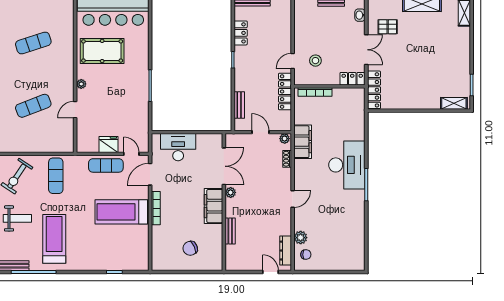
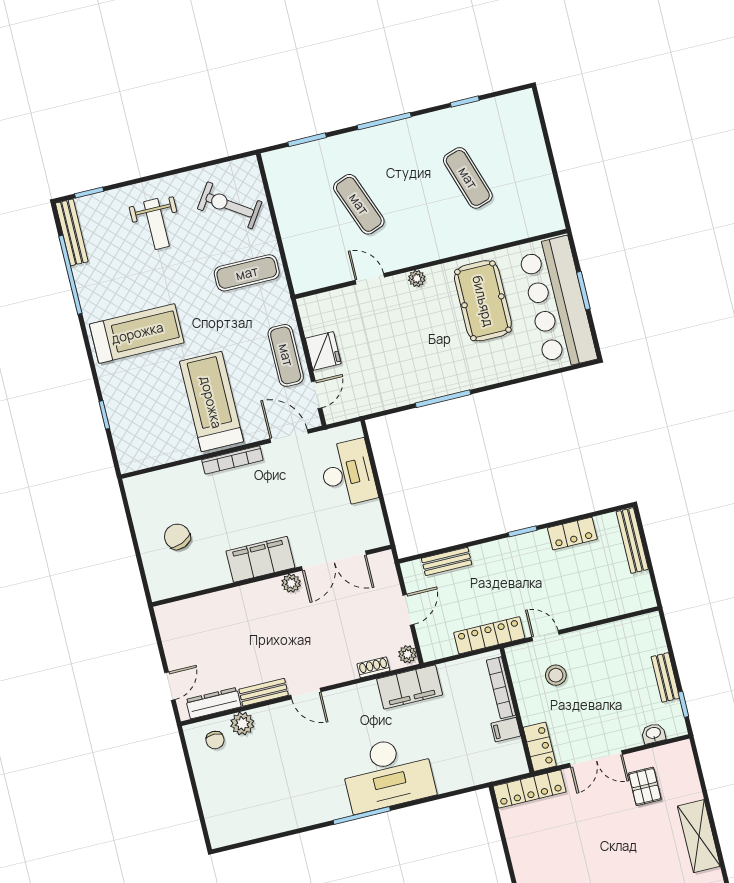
filing cabinet: (338, 95) -> (506, 730), added
bench: (230, 231) -> (264, 692), moved
treadmill: (54, 239) -> (137, 333), moved

